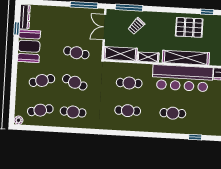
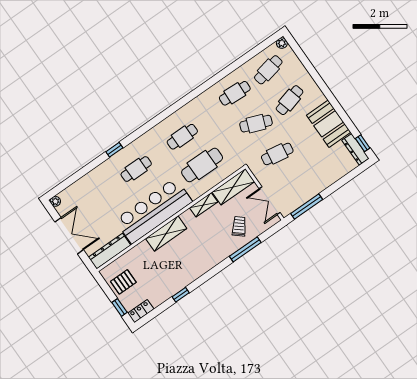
window: (129, 8) -> (245, 249), moved
double door: (104, 27) -> (270, 201), swing flipped
pallet: (189, 27) -> (186, 266), removed
window: (17, 29) -> (363, 143), moved
shelving: (186, 58) -> (166, 234), width x0.68
cafe table: (129, 83) -> (202, 165), width x1.37, depth x1.35
window: (195, 137) -> (114, 150), moved

